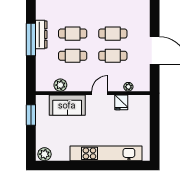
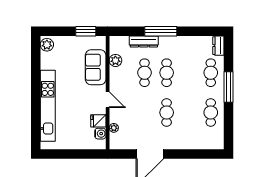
dresser: (41, 35) -> (144, 41), moved
cafe table: (113, 56) -> (145, 112), removed
water cooler: (134, 100) -> (100, 134), added

